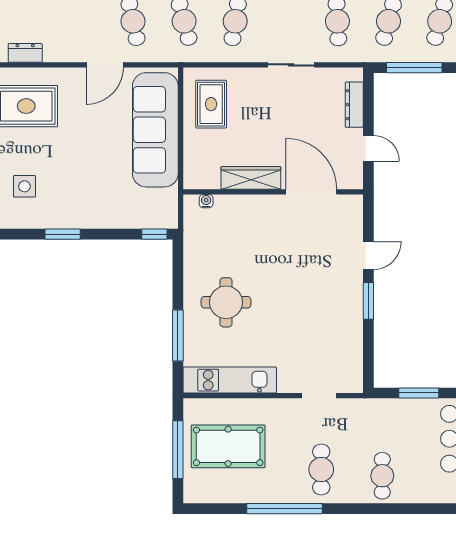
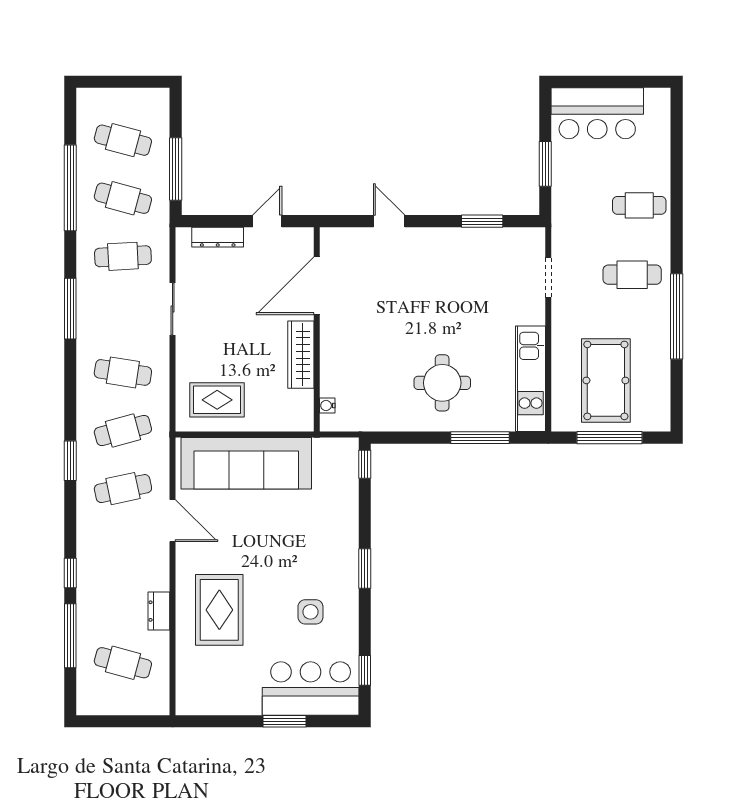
window: (368, 301) -> (482, 221), moved

